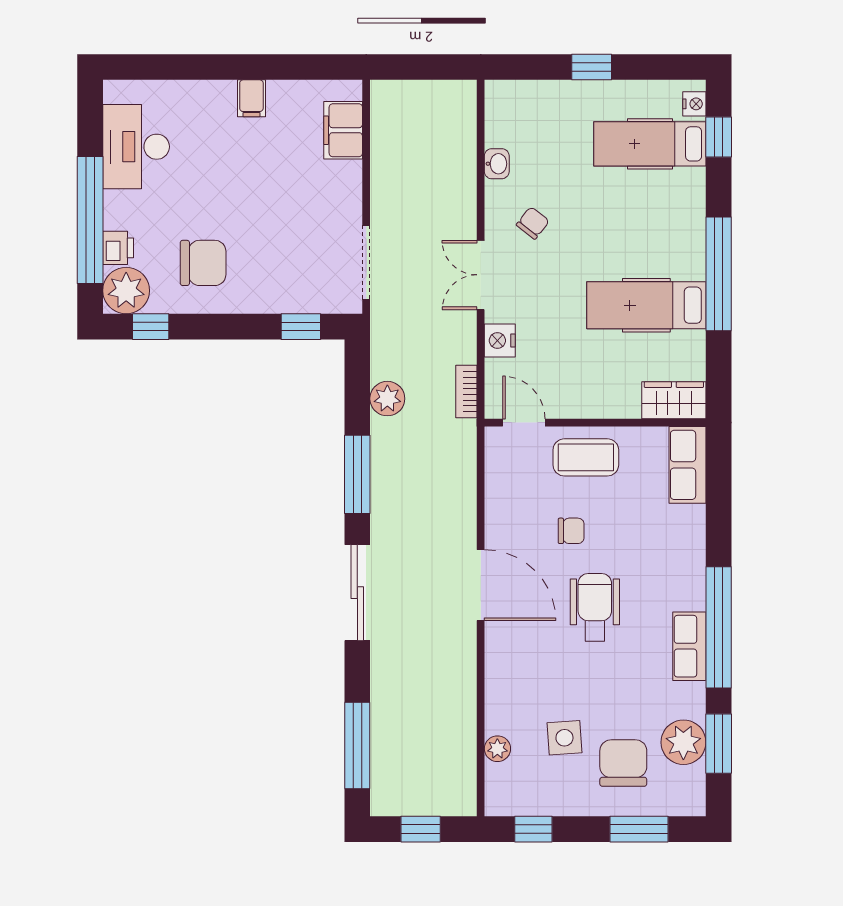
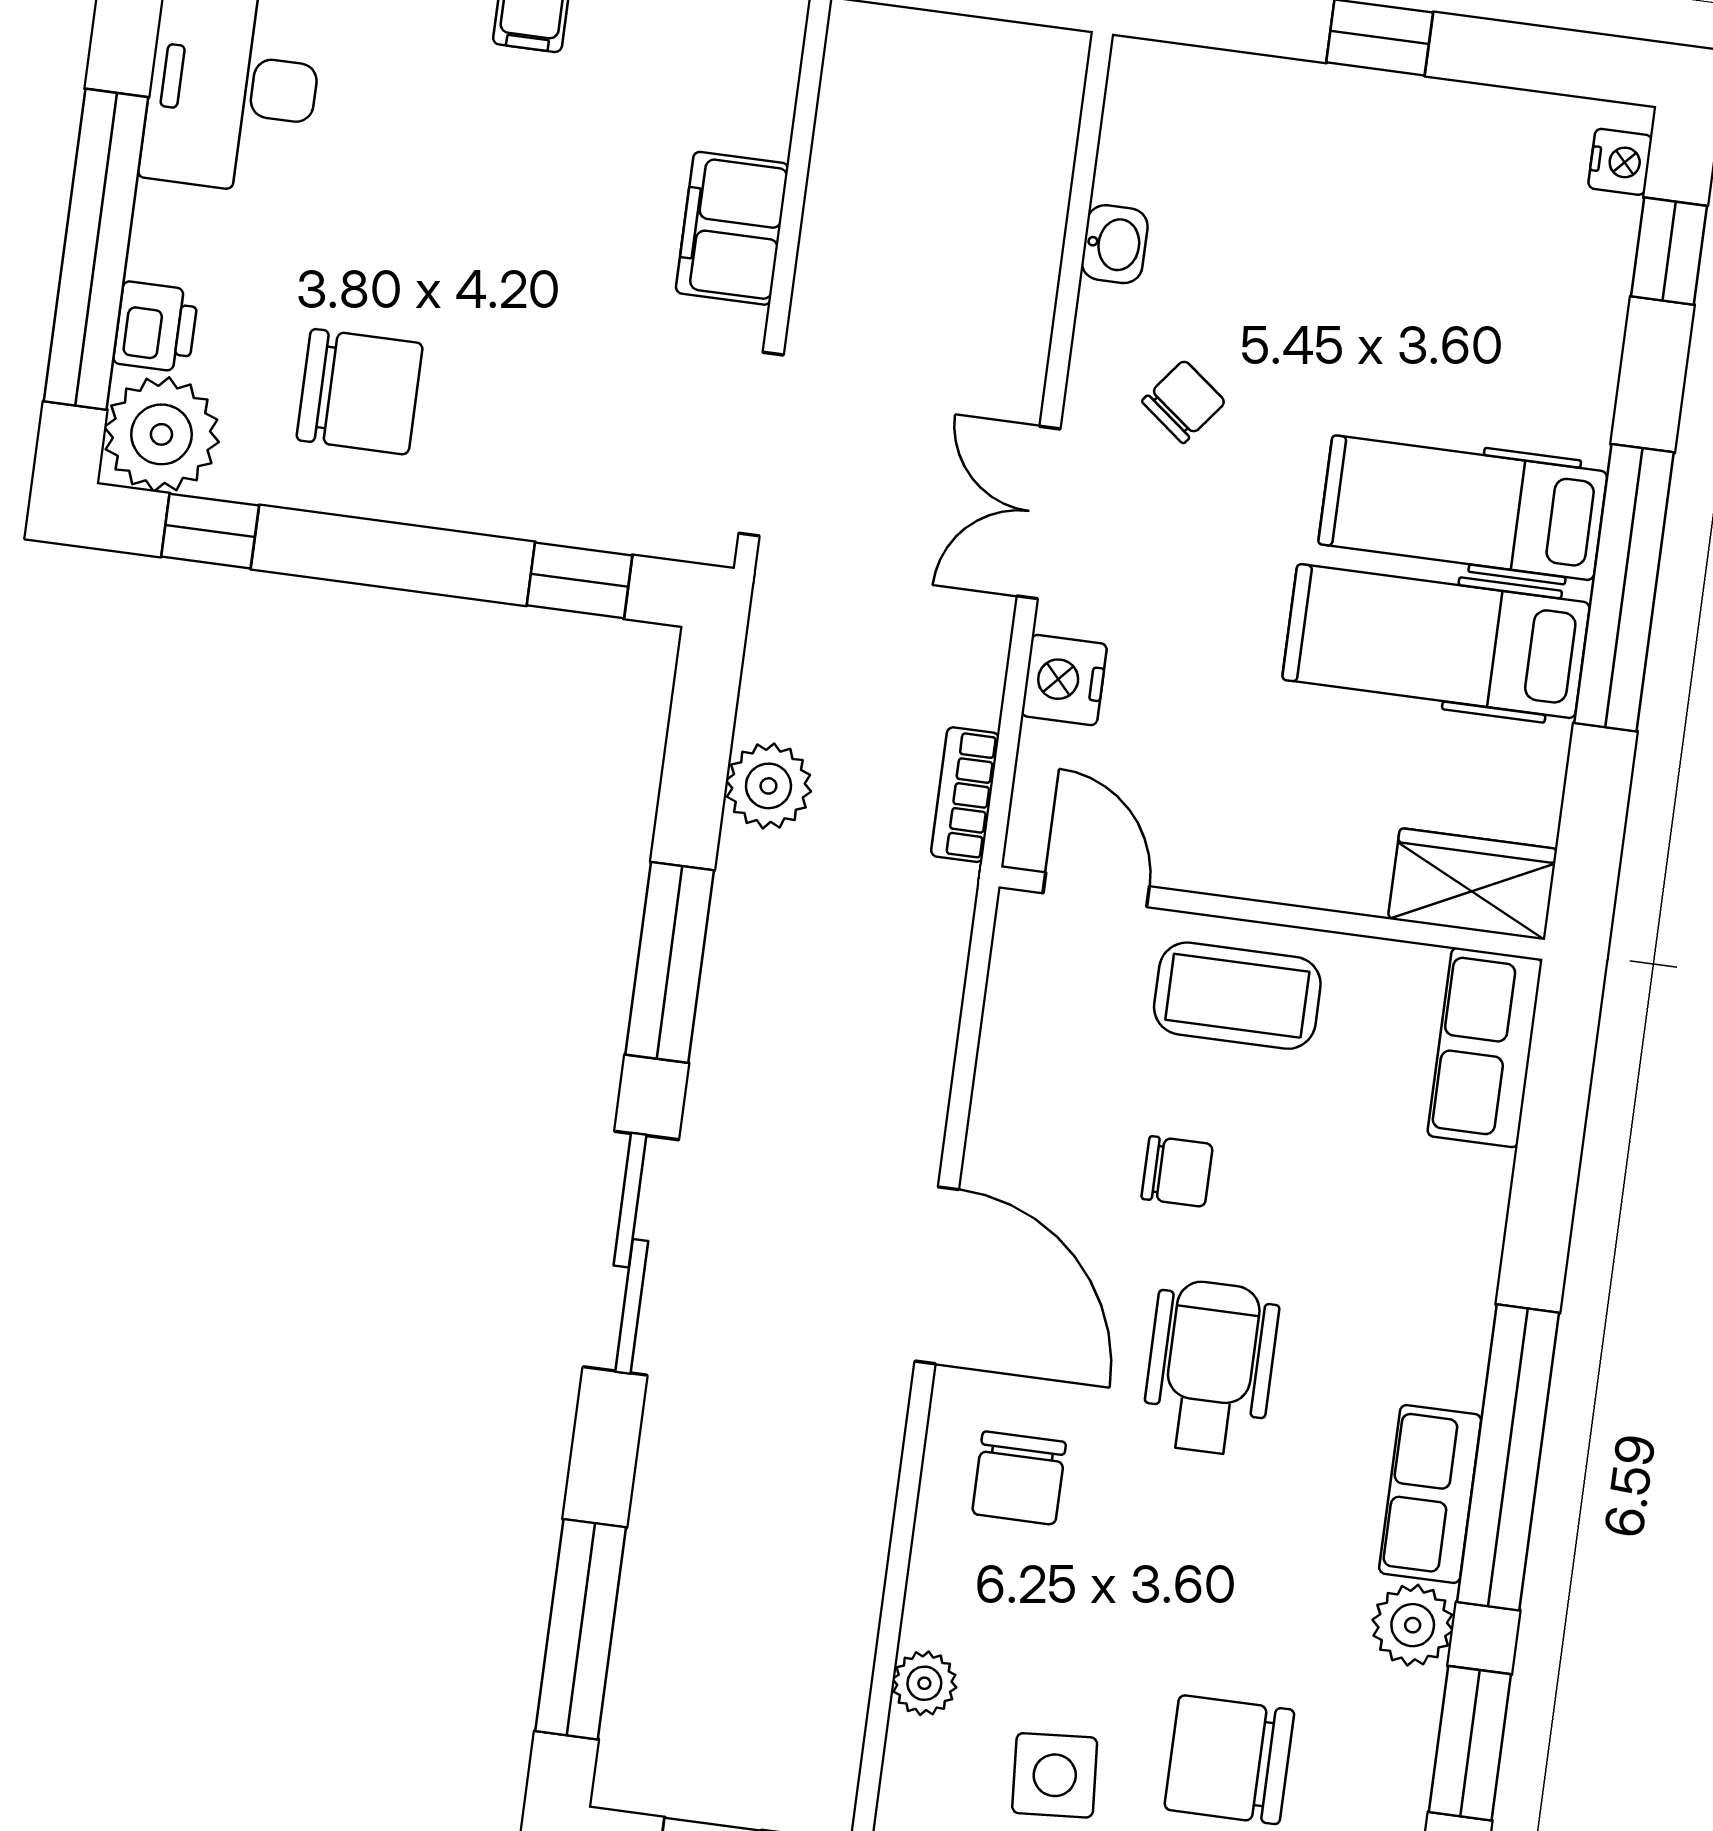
filing cabinet: (343, 130) -> (732, 228), moved
hospital bed: (650, 144) -> (1463, 508), moved
chair: (524, 662) -> (1019, 1478), added
side table: (564, 738) -> (1055, 1775), moved
plant: (683, 742) -> (1413, 1625), moved, width x0.73, depth x0.73
chair: (623, 763) -> (1229, 1760), turned -90

